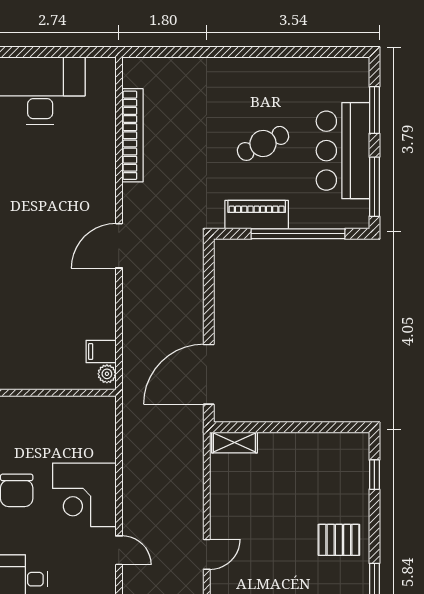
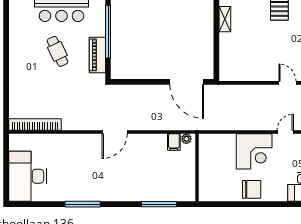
bookcase: (132, 135) -> (35, 124), moved
door: (119, 246) -> (115, 132), hinge flipped
shelving: (234, 442) -> (225, 19), moved

